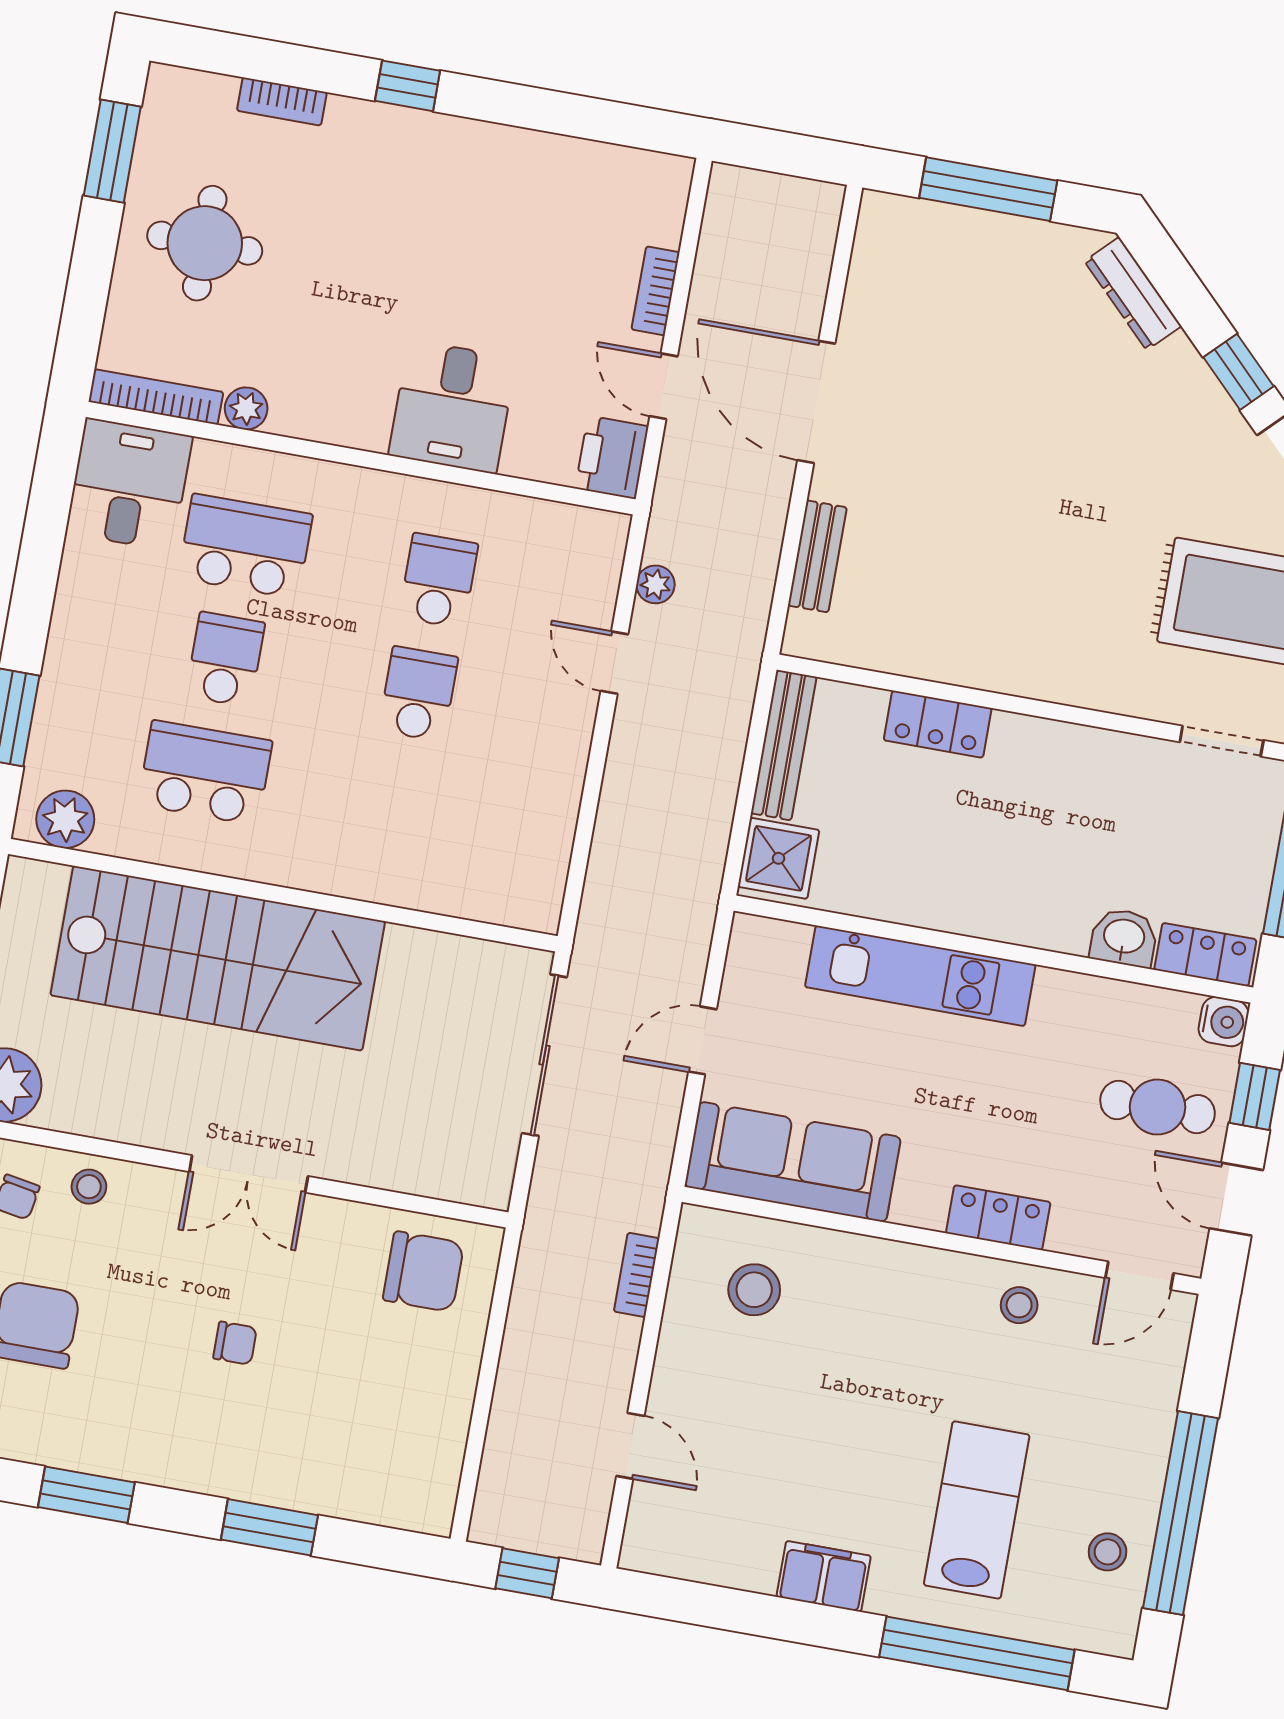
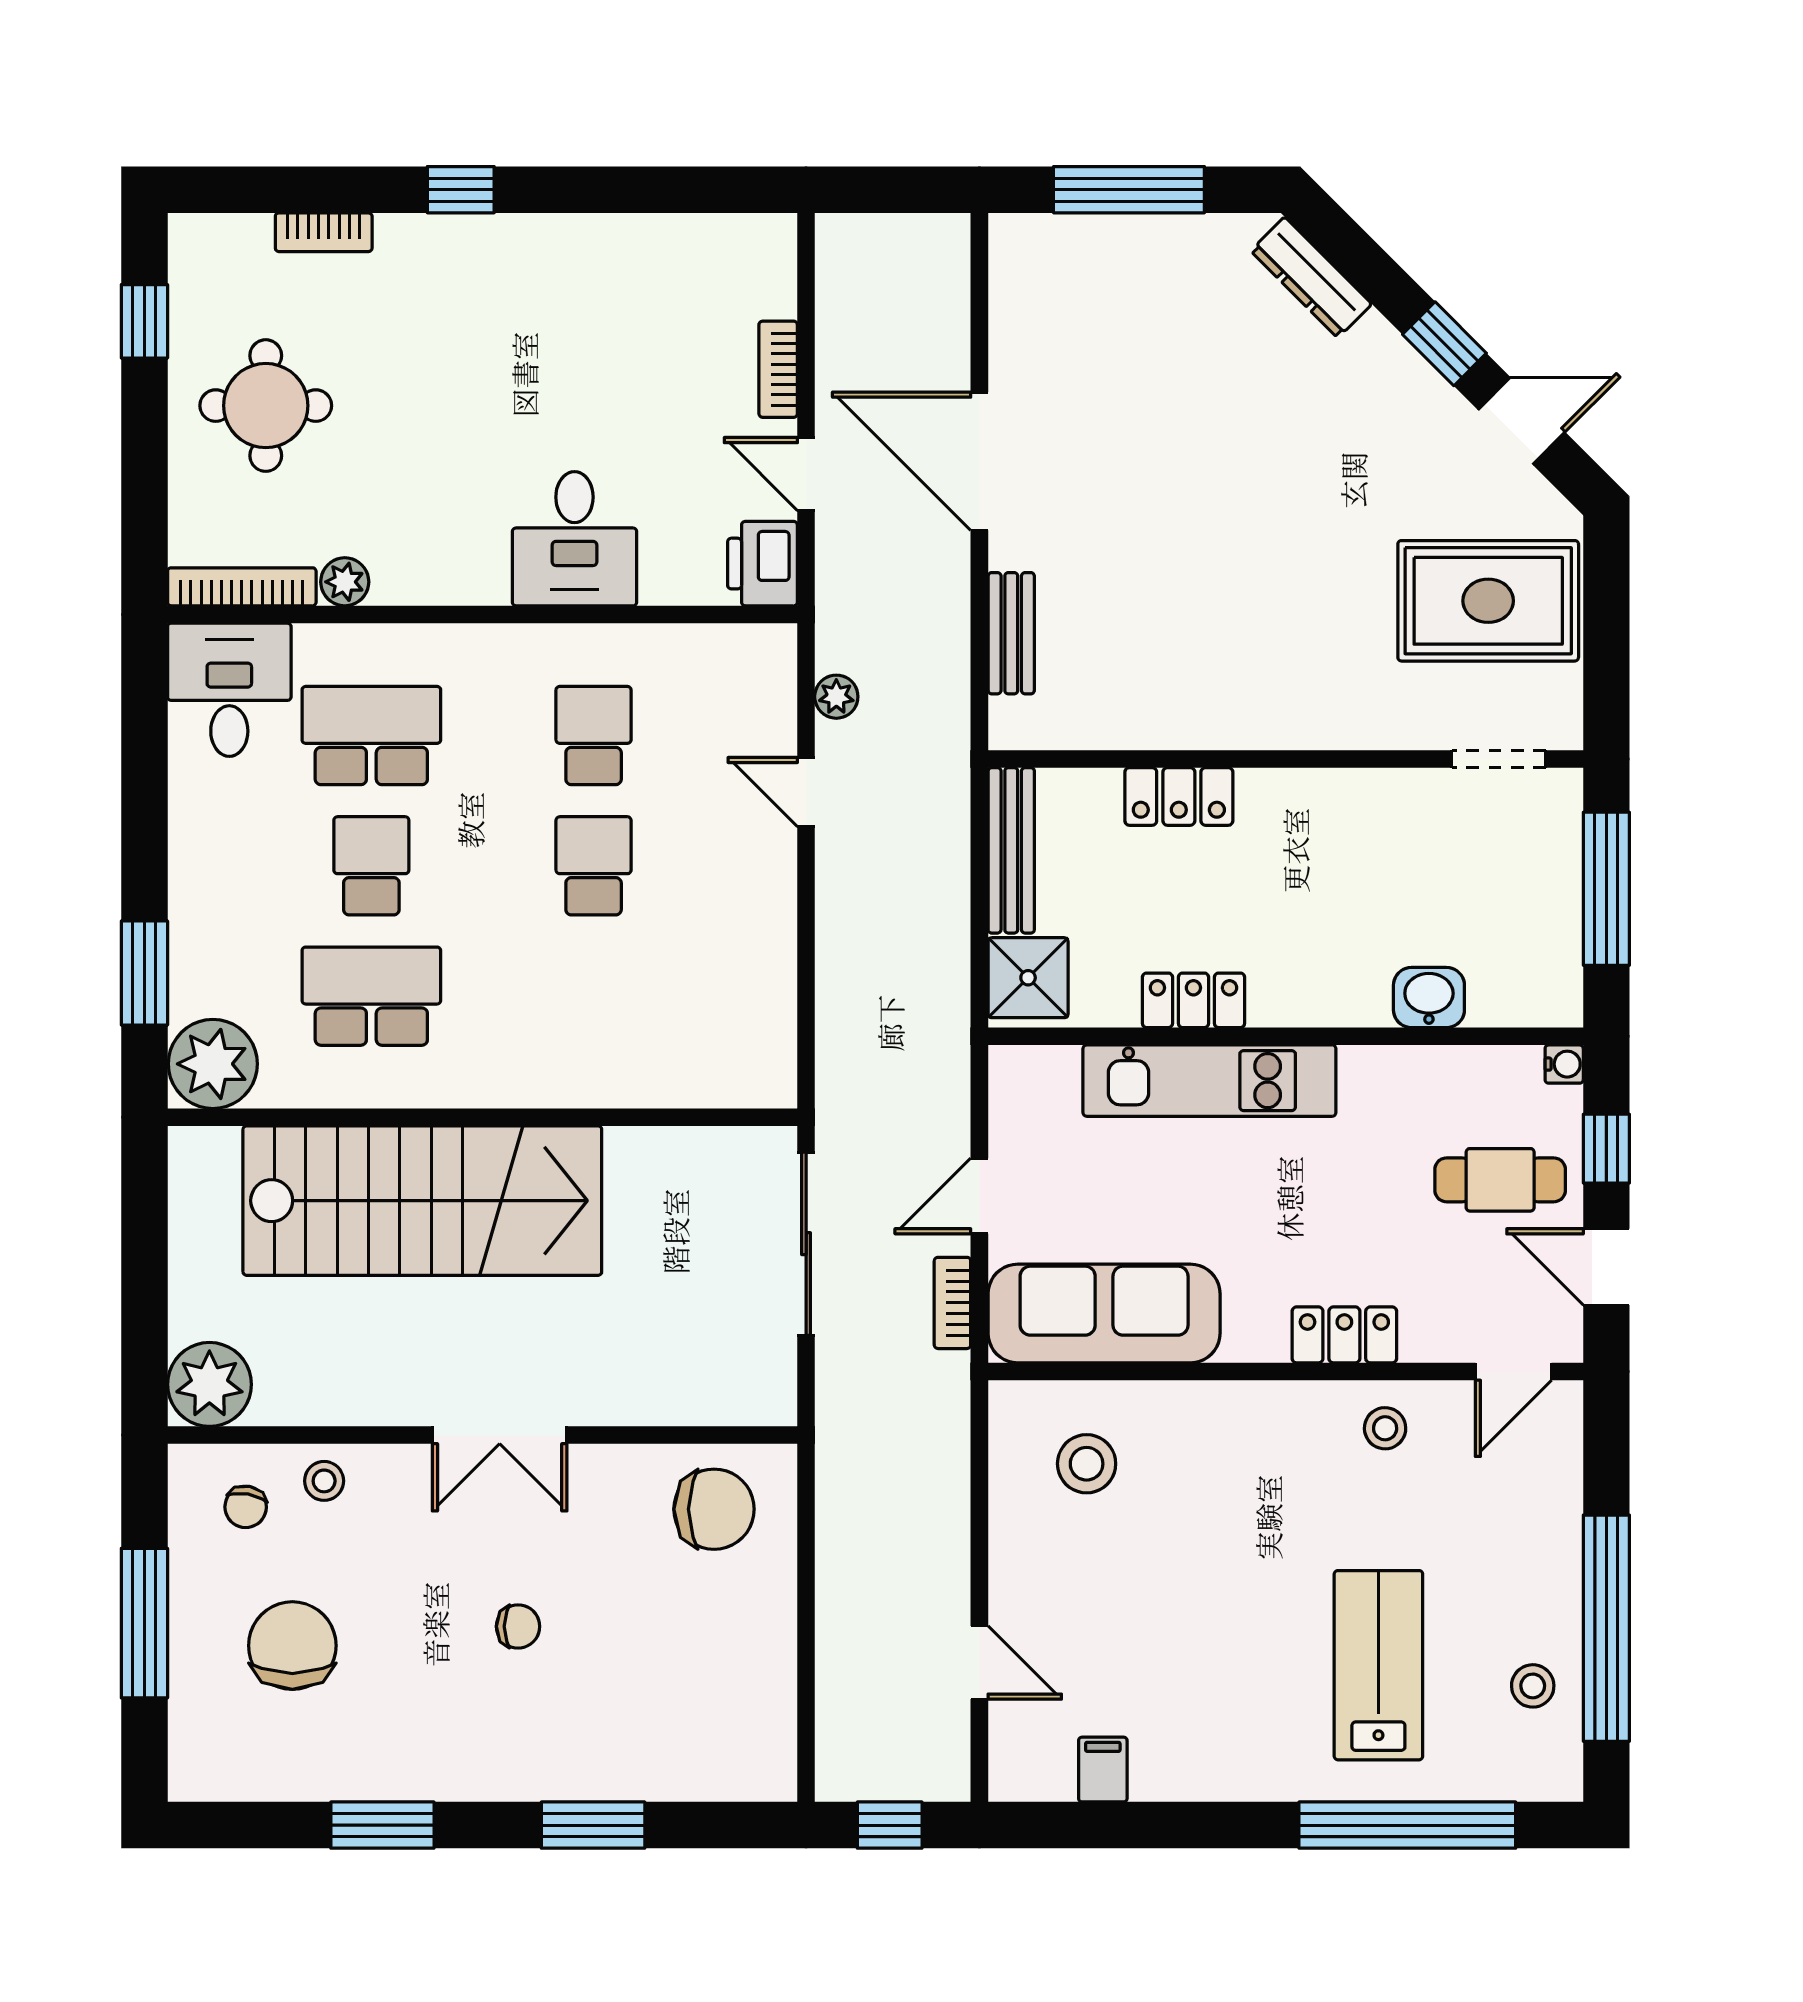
window: (112, 151) -> (144, 321), width x0.67
plant: (65, 819) -> (213, 1064), width x1.36, depth x1.36
locker: (1205, 955) -> (1193, 1000), moved
water cooler: (1224, 1022) -> (1564, 1064), width x0.72, depth x0.72
bookcase: (637, 1275) -> (952, 1303), moved
filing cabinet: (824, 1576) -> (1103, 1770), moved, width x0.50

